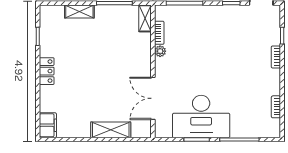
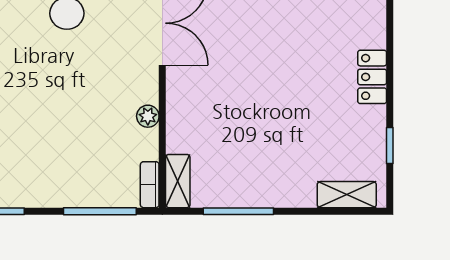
shelving: (79, 12) -> (347, 195), moved
bookcase: (159, 33) -> (150, 185), moved

